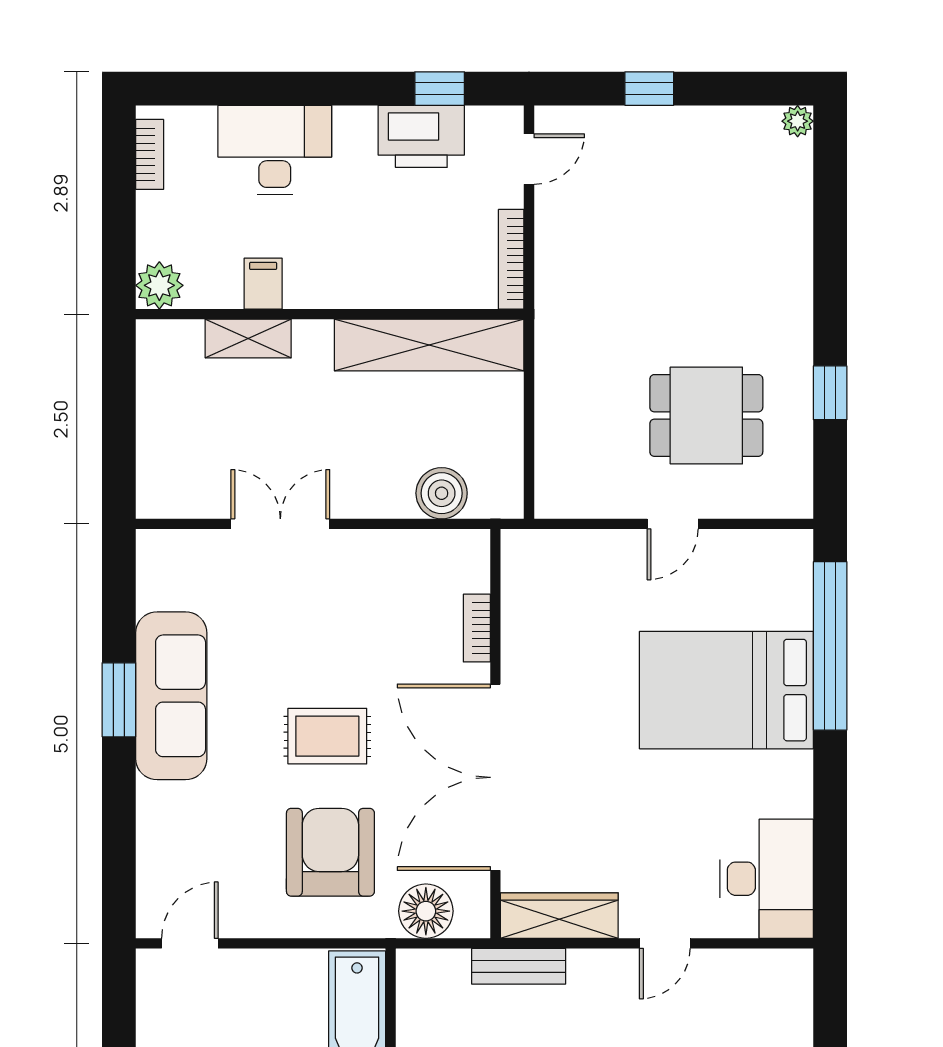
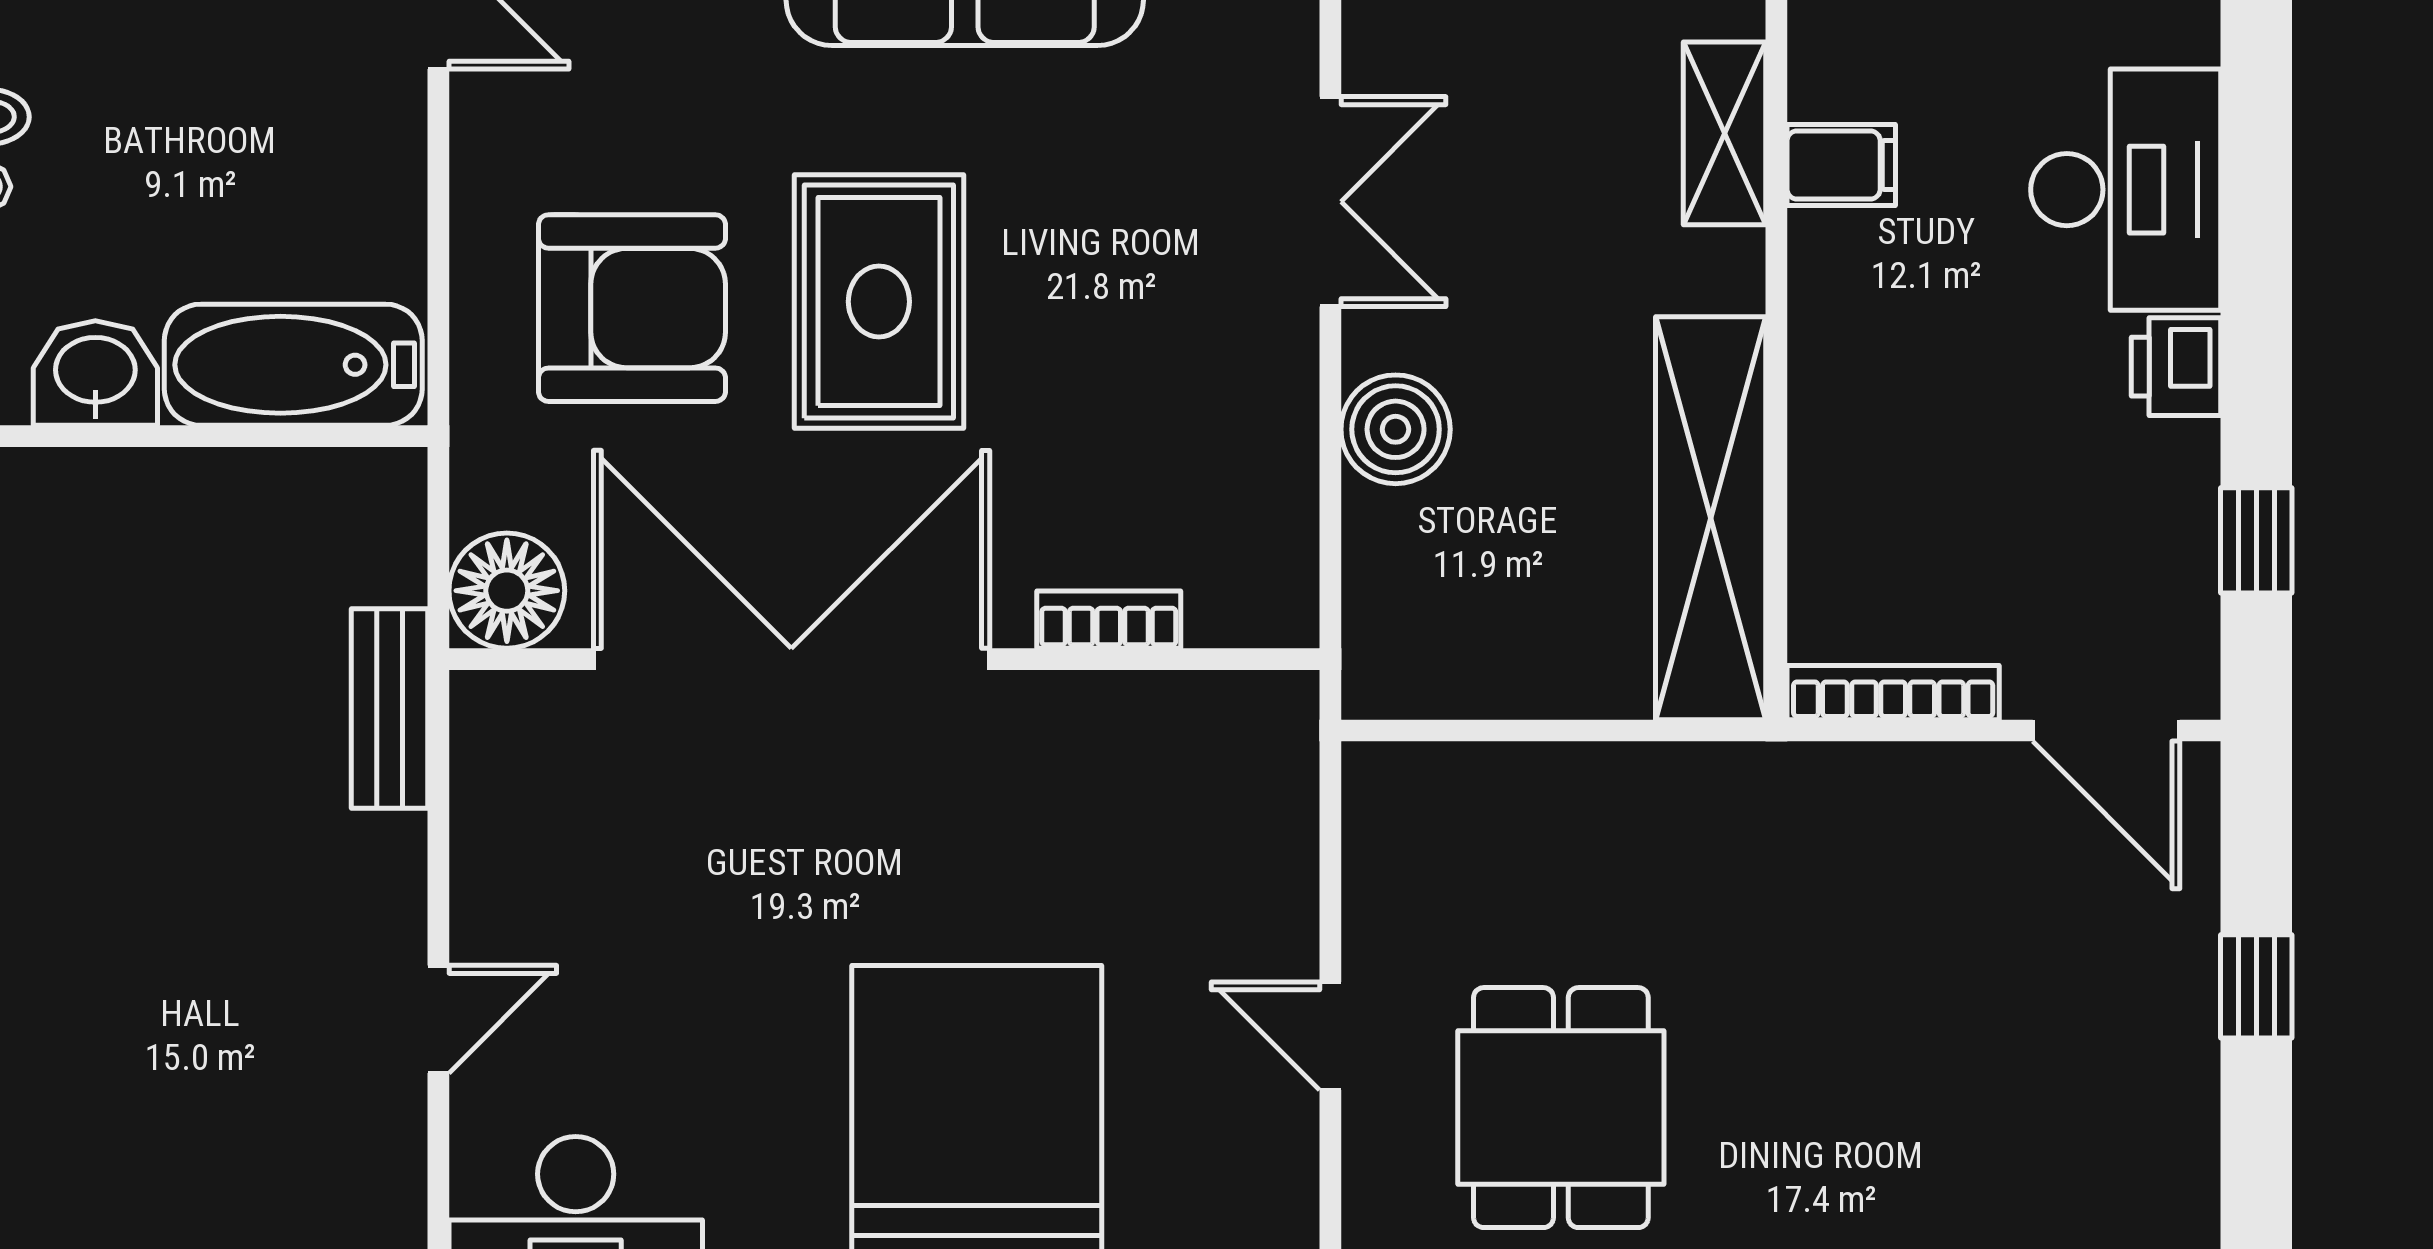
printer: (421, 136) -> (2176, 367), moved, width x0.53, depth x0.68
door: (529, 159) -> (2106, 731), width x1.38
boiler: (442, 493) -> (1396, 429), moved
rug: (327, 736) -> (879, 302), width x1.36, depth x1.43
floor lamp: (426, 911) -> (507, 591), moved
wardrobe: (559, 916) -> (497, 795), removed
door: (665, 943) -> (438, 1019), swing flipped

